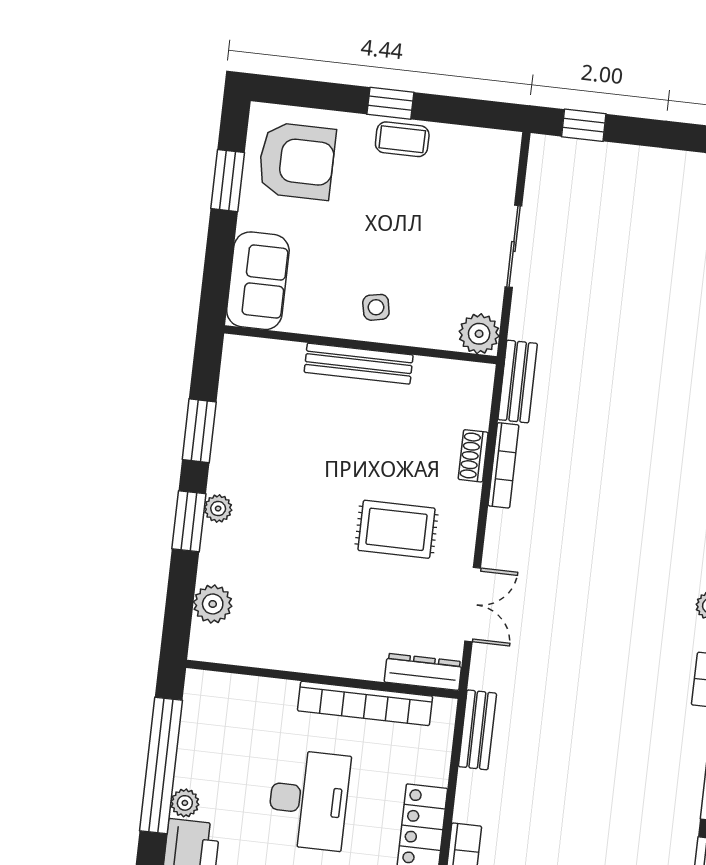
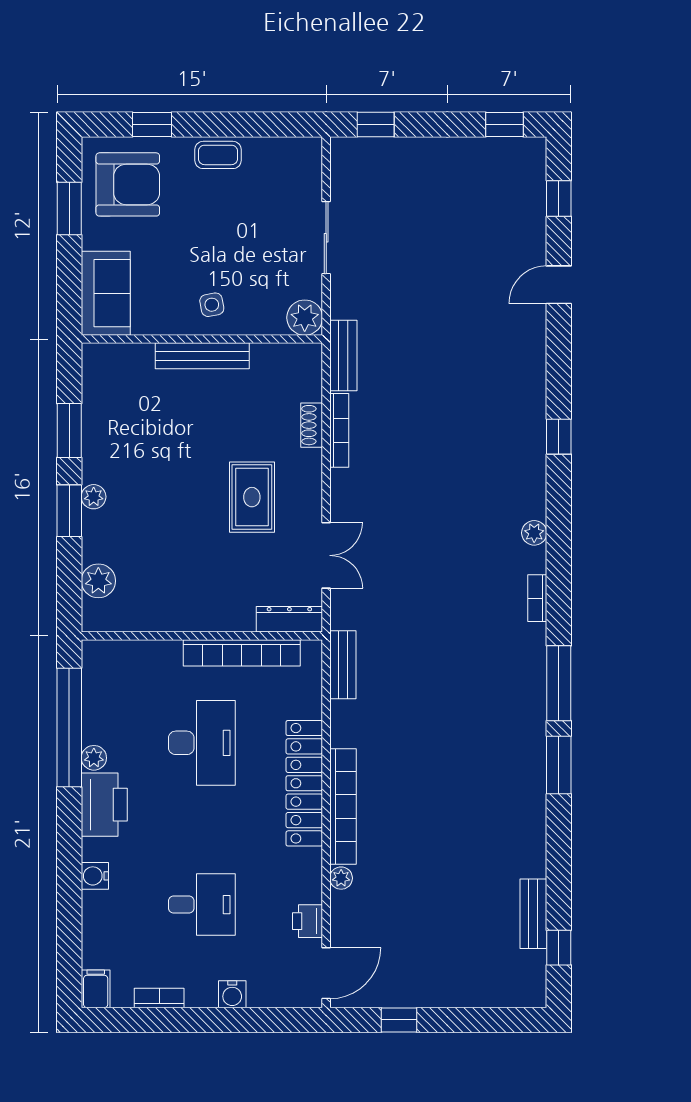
window: (390, 103) -> (152, 125), moved
rug: (396, 529) -> (252, 497), turned 90

